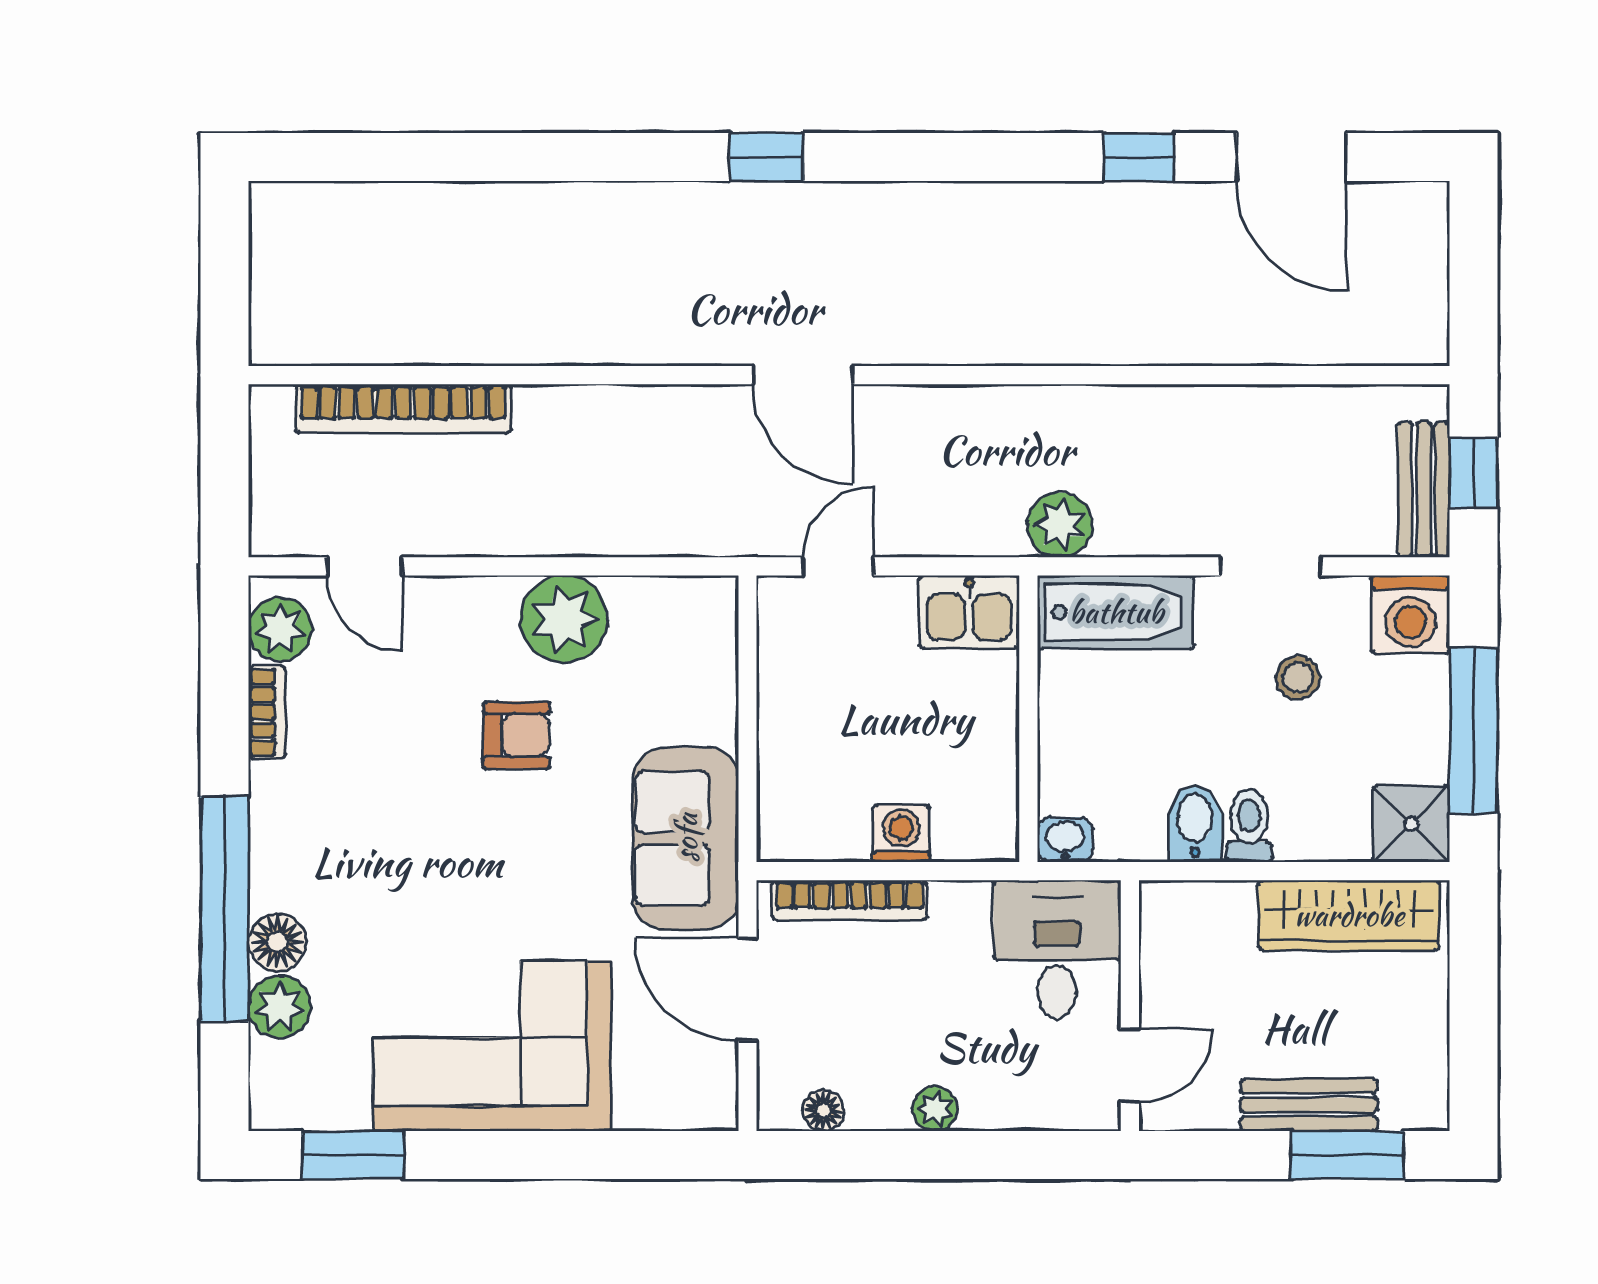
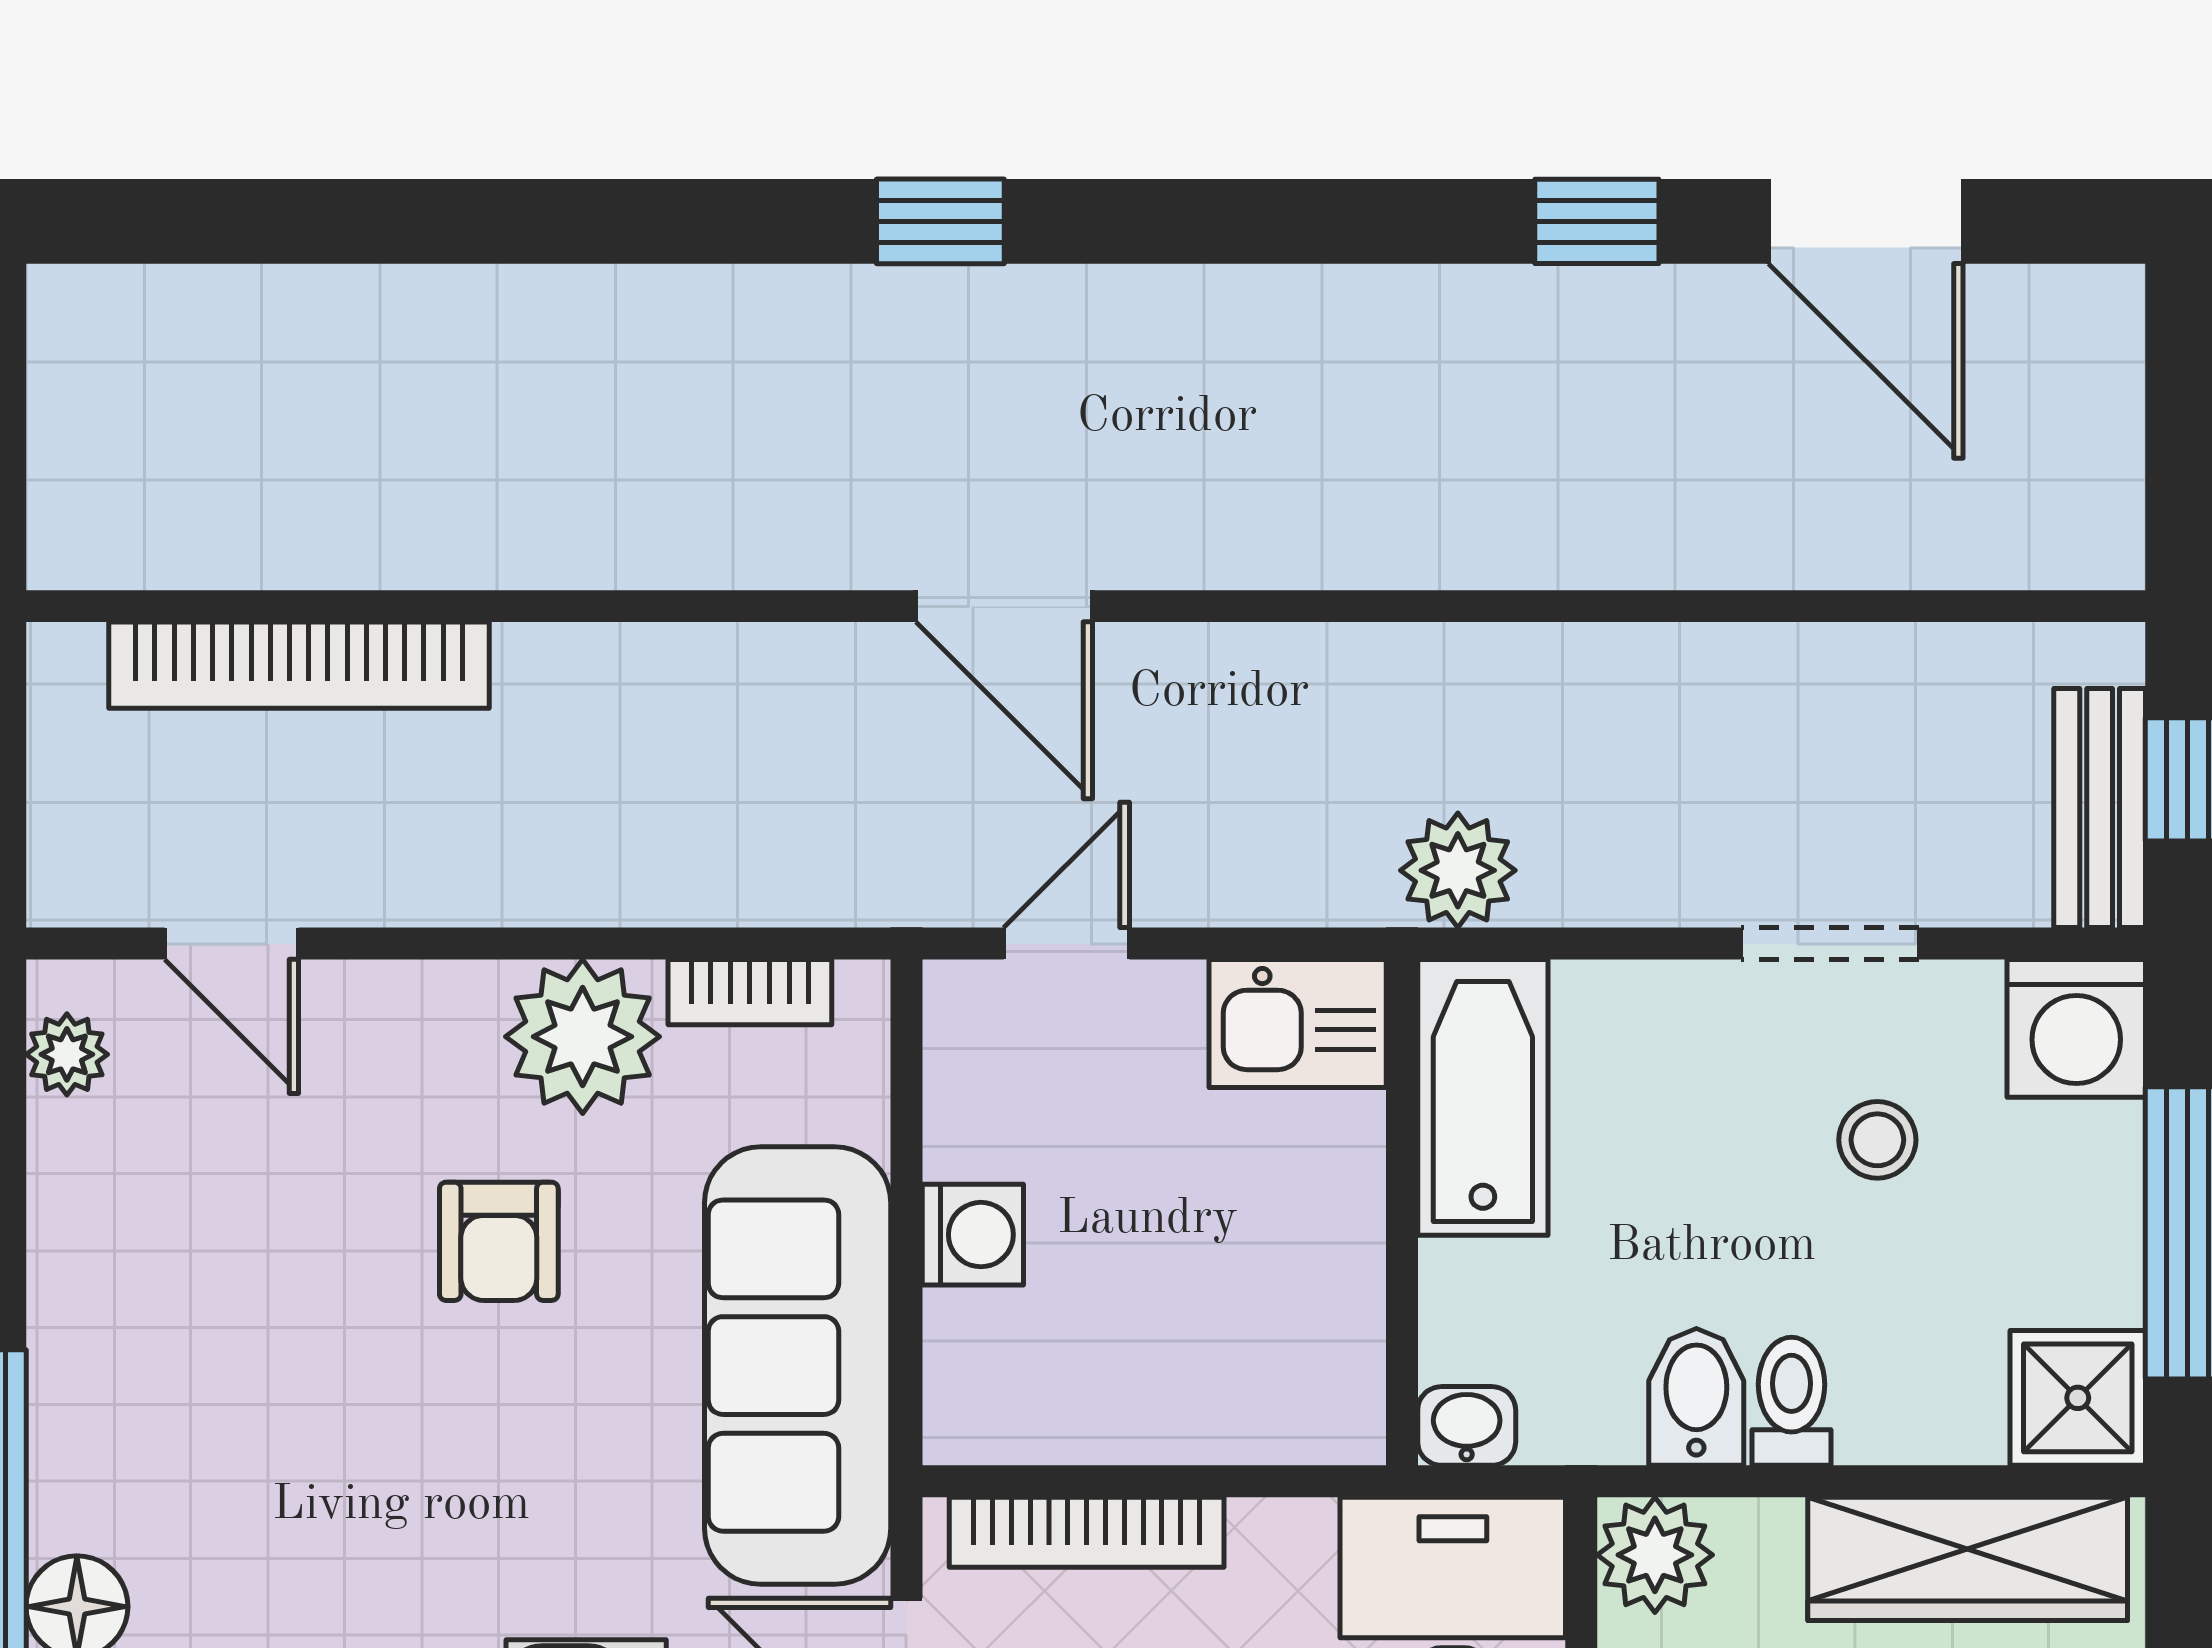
bathtub: (1116, 612) -> (1483, 1097), moved, turned -90
plant: (280, 629) -> (67, 1054), width x0.73, depth x0.73
bookcase: (267, 712) -> (750, 992), moved, turned 90
armchair: (516, 735) -> (499, 1241), turned 90
washing machine: (901, 834) -> (973, 1235), moved, turned 90
sofa: (686, 838) -> (798, 1366), width x1.36
plant: (1172, 913) -> (1655, 1555), added

